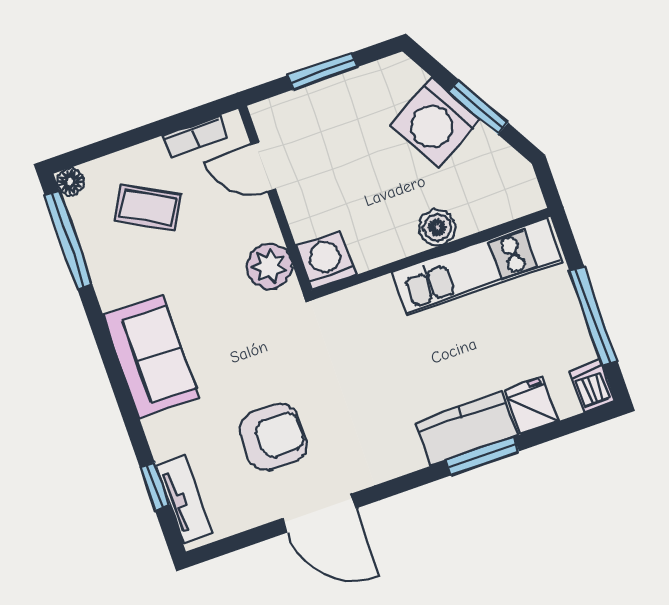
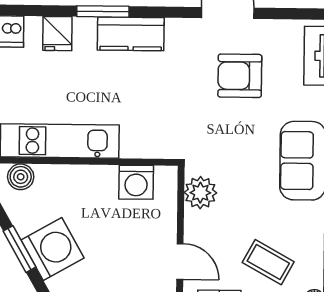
boiler: (437, 227) -> (21, 177), moved
washing machine: (326, 260) -> (136, 182), moved
kitchen counter: (466, 429) -> (131, 34), moved

